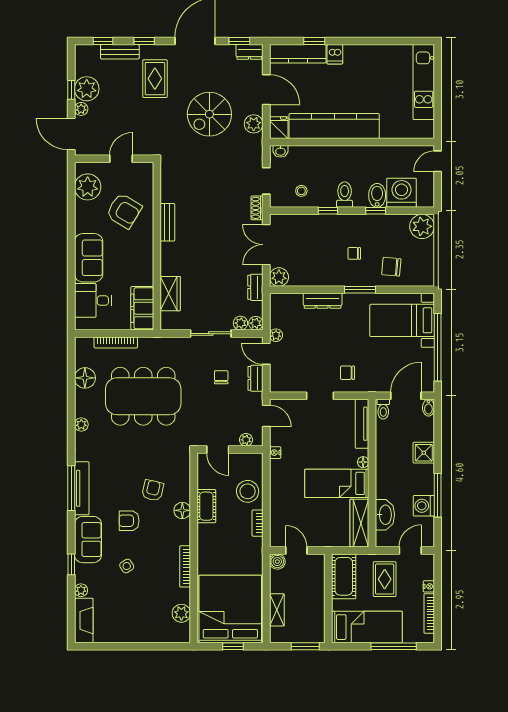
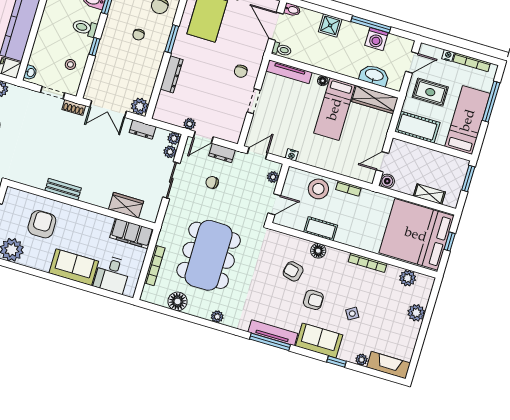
armchair: (124, 211) -> (42, 224), turned -31
armchair: (129, 521) -> (313, 300), turned -90
door: (410, 550) -> (412, 62), swing flipped
plant: (148, 633) -> (416, 313), added

